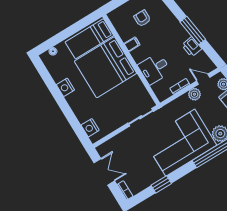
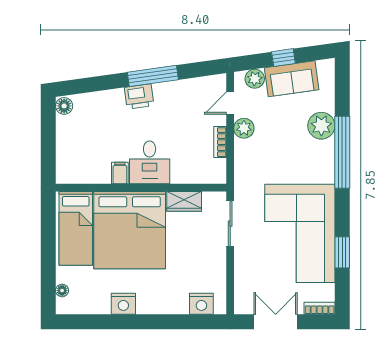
armchair: (142, 18) -> (92, 136), removed
printer: (192, 47) -> (139, 96), moved
desk: (154, 68) -> (150, 162), moved
wardrobe: (138, 86) -> (184, 201), added
corner sofa: (180, 143) -> (300, 233), moved

